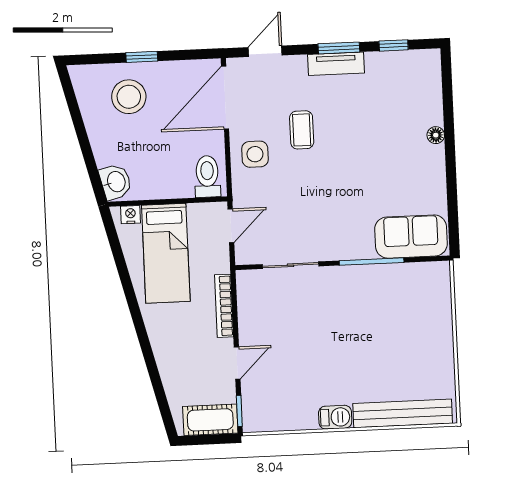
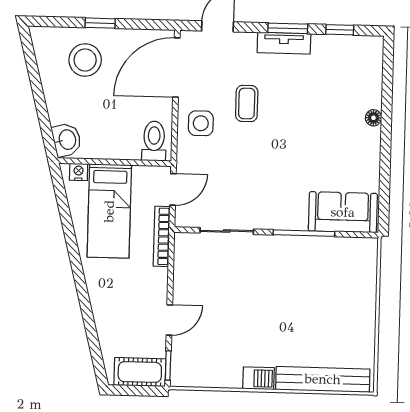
bookcase: (224, 306) -> (162, 236), moved

